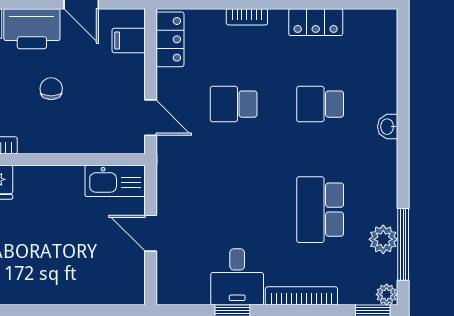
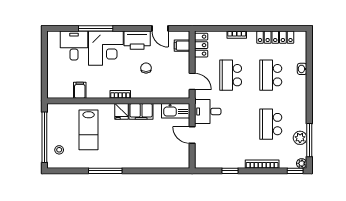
locker: (316, 22) -> (275, 37), width x1.53
school desk: (234, 104) -> (231, 75), width x1.85
school desk: (320, 104) -> (271, 75), width x1.85
washbasin: (388, 127) -> (302, 69), moved
filing cabinet: (40, 182) -> (141, 111), added
desk: (237, 277) -> (208, 111), moved, turned 90

